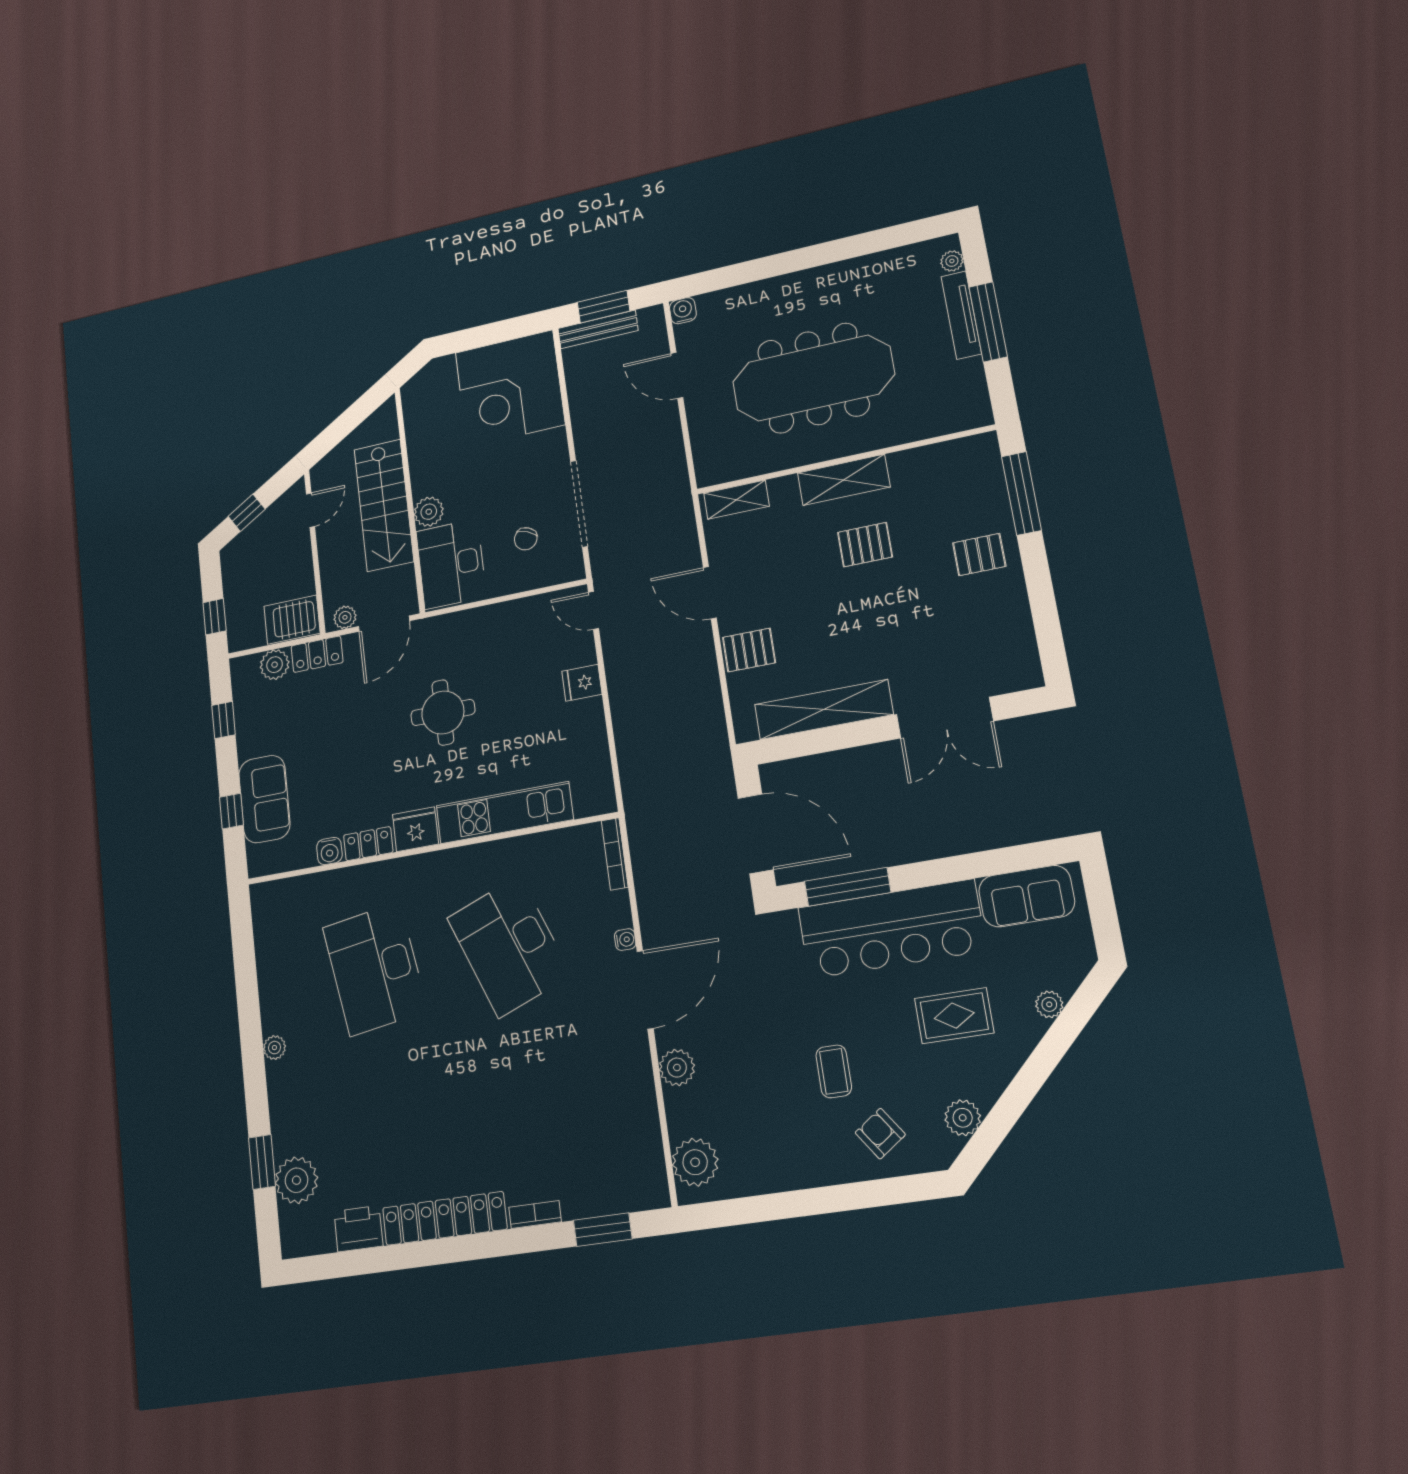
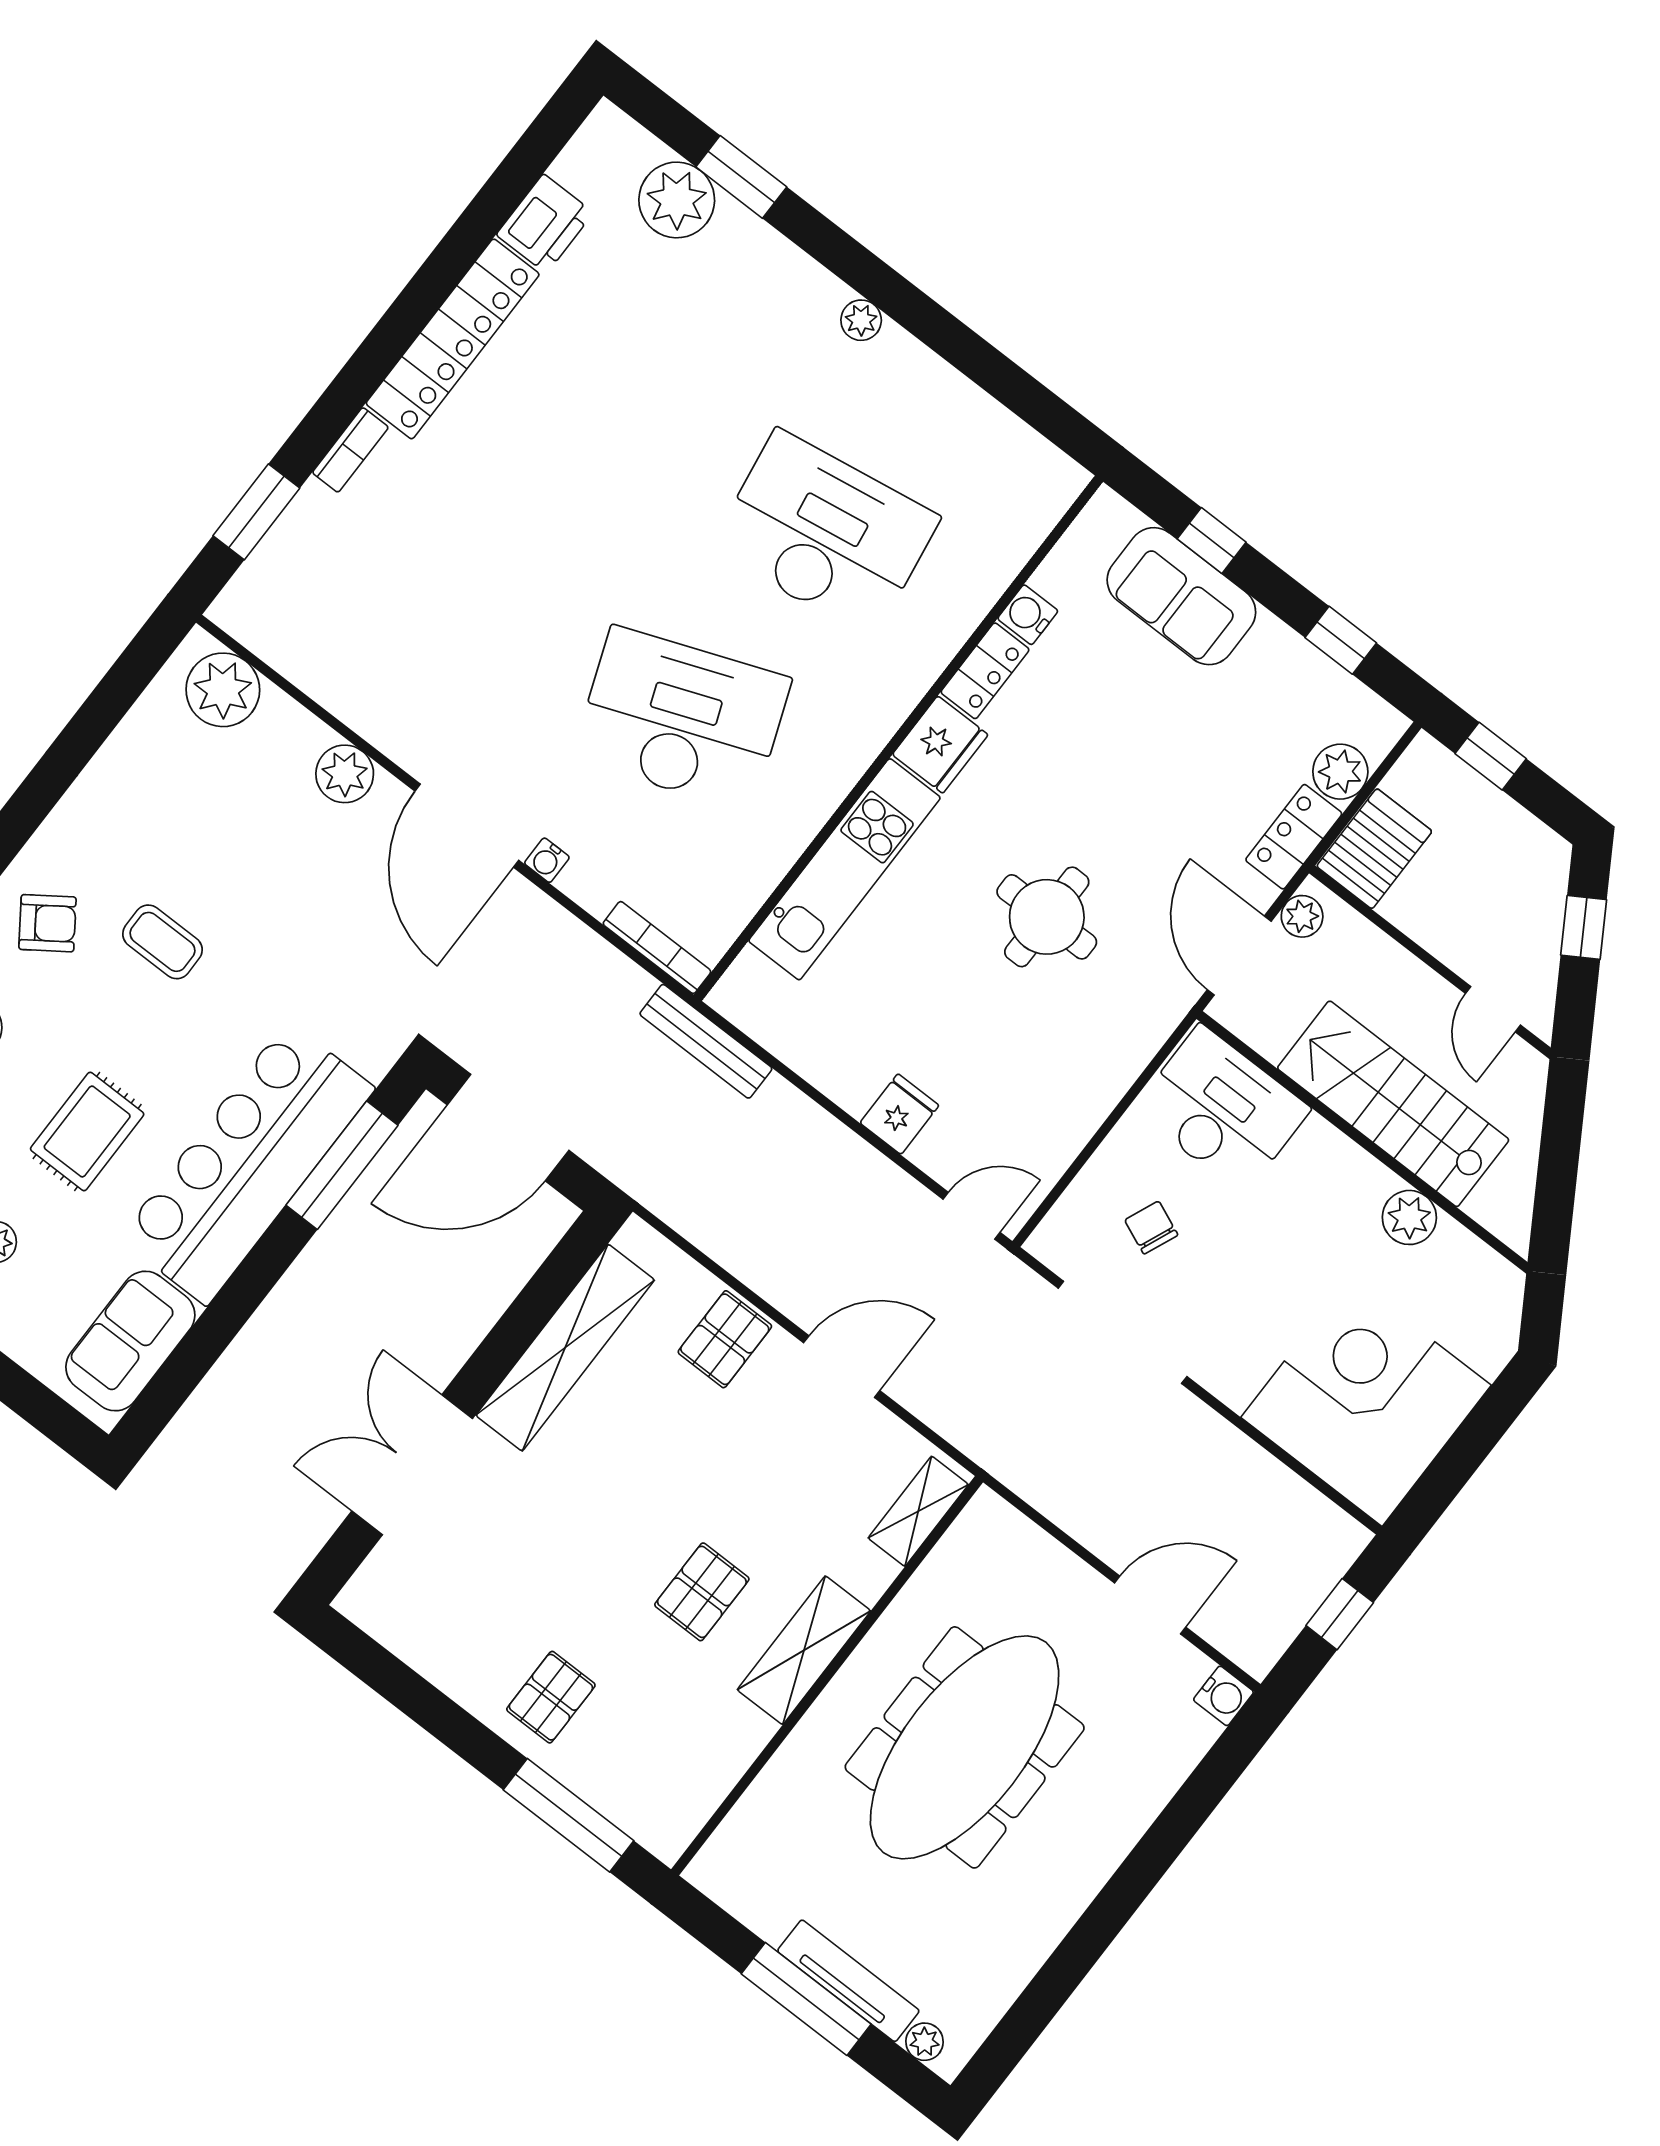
window: (604, 307) -> (1340, 1614), width x0.67
bench: (598, 330) -> (706, 1041), moved, turned 90
plant: (429, 512) -> (1409, 1217), moved

